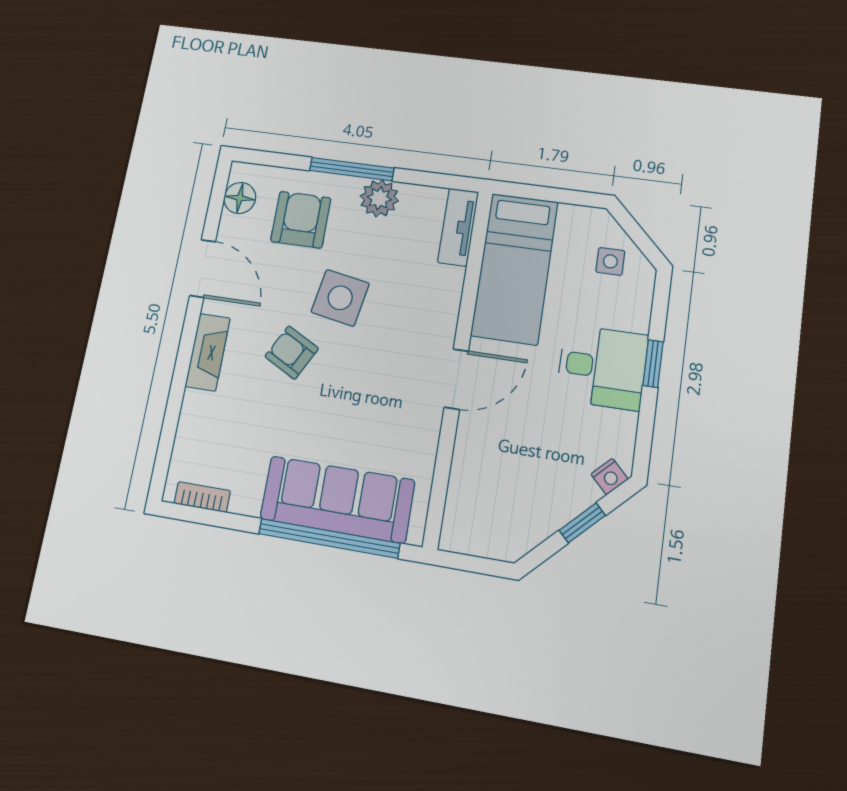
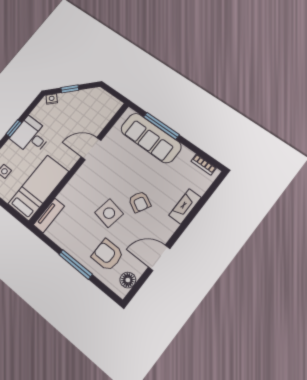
plant: (379, 198) -> (72, 245), removed
armchair: (301, 220) -> (107, 255), turned 90
door: (203, 269) -> (159, 258), hinge flipped
fireplace: (208, 352) -> (185, 206), moved
door: (456, 379) -> (91, 149), moved
window: (329, 538) -> (161, 126), width x0.68

